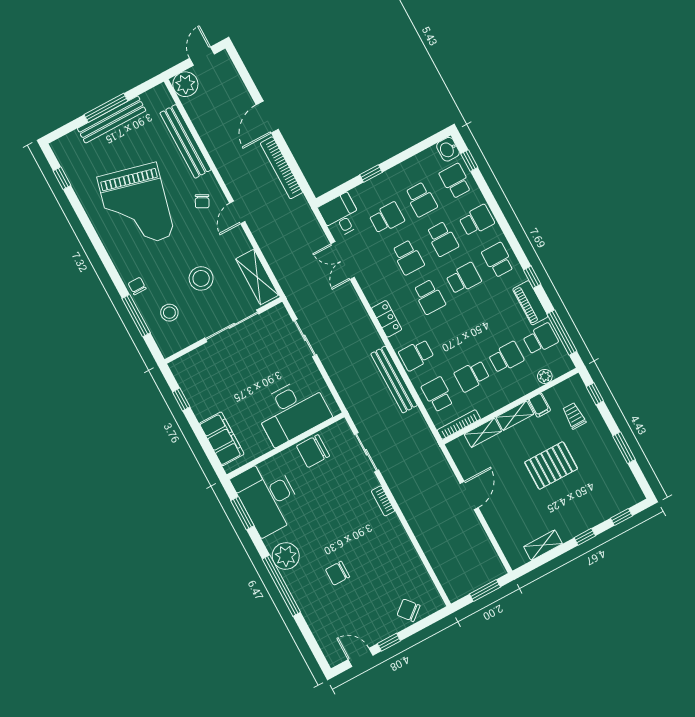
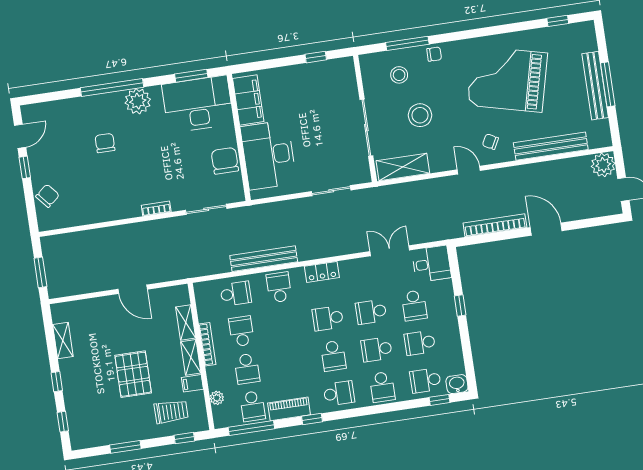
school desk: (455, 181) -> (425, 380), turned 180
trolley: (574, 416) -> (171, 412), width x1.36, depth x1.39
bookcase: (459, 425) -> (207, 344), moved
filing cabinet: (222, 439) -> (248, 100), moved, turned -90

